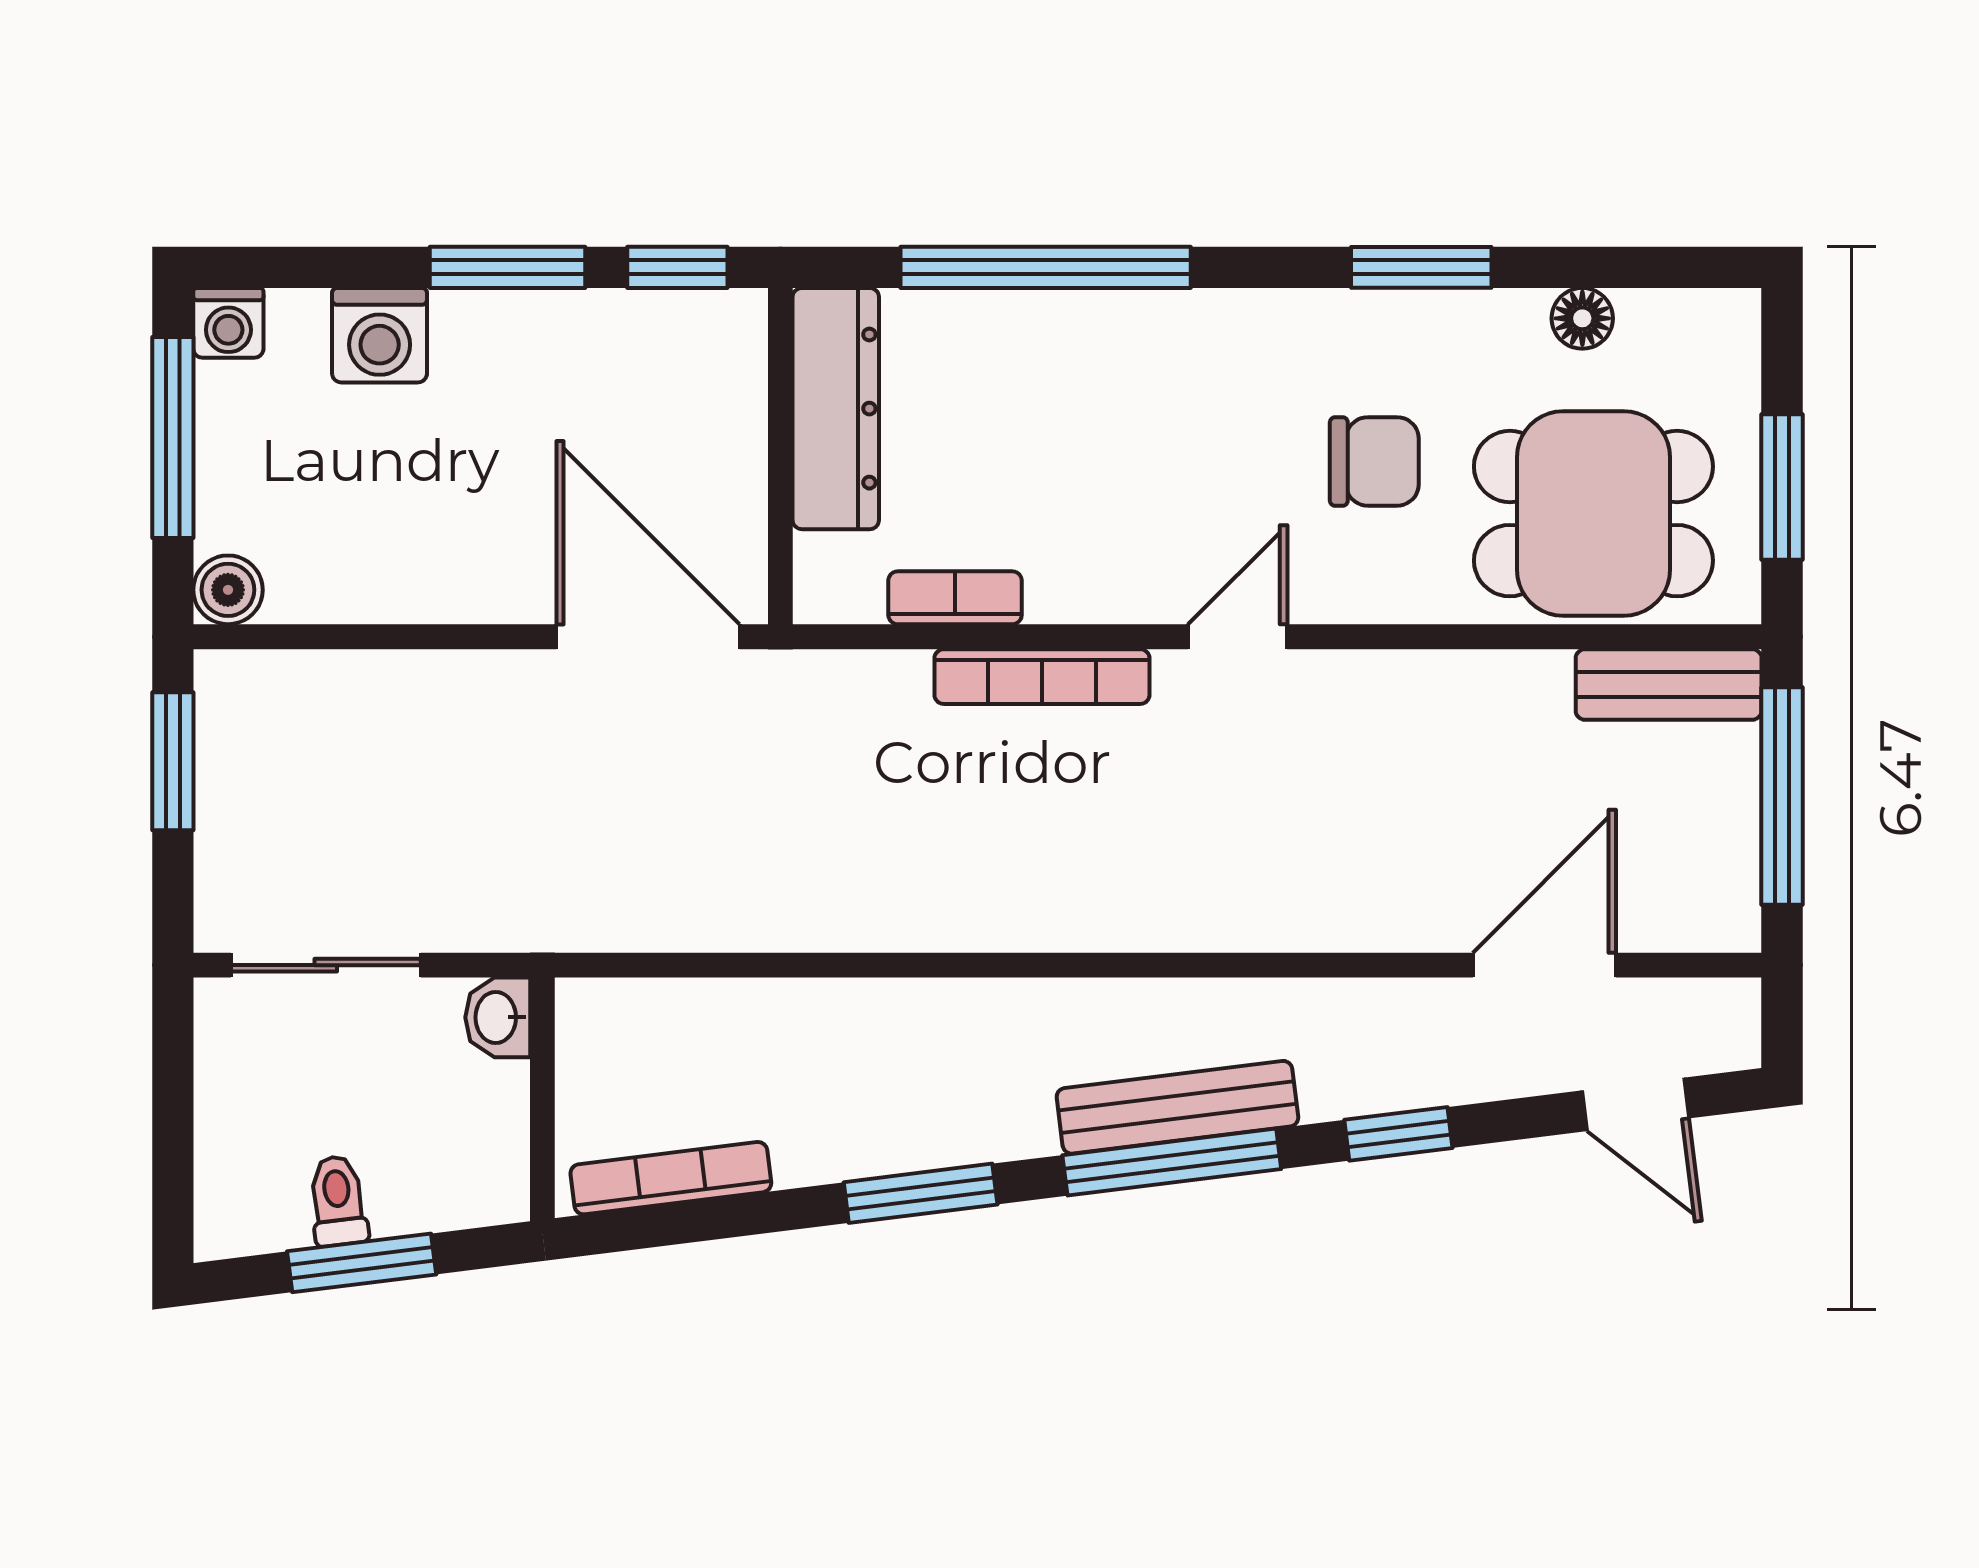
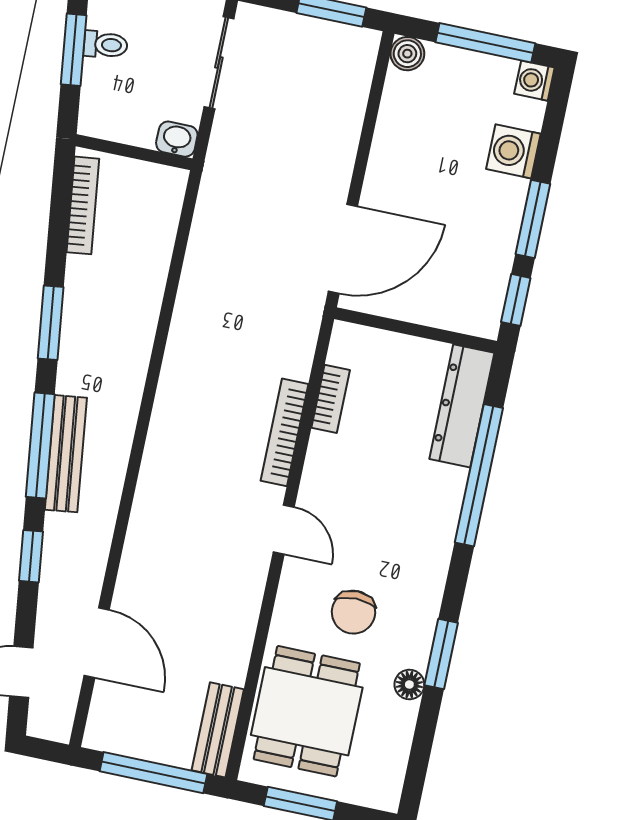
floor lamp: (1582, 318) -> (409, 684), moved
dresser: (836, 409) -> (462, 406), moved, turned 90

